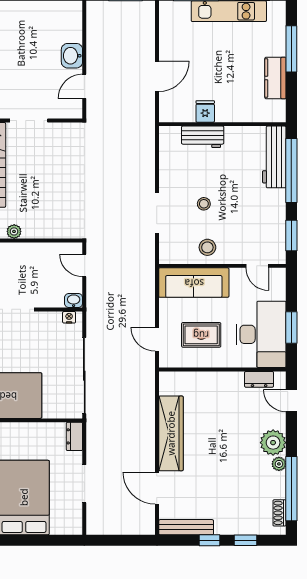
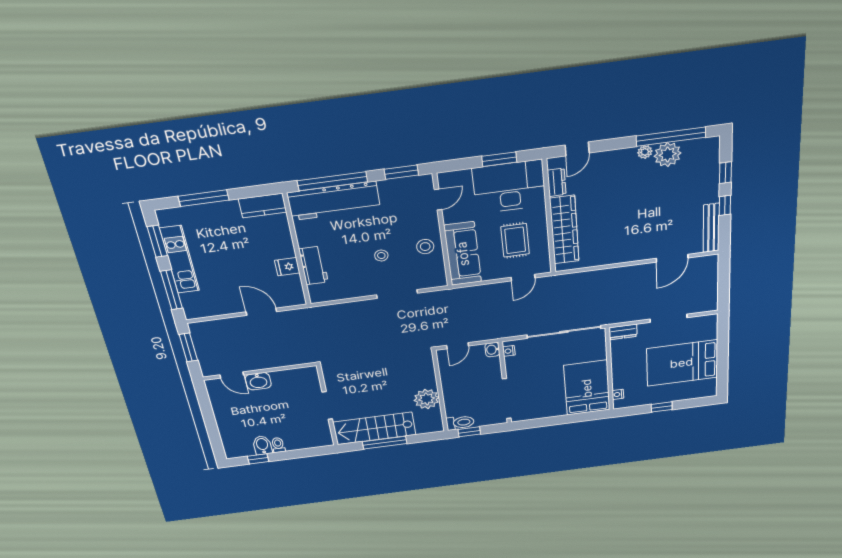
kitchen counter: (275, 78) -> (263, 206), moved
door: (84, 86) -> (232, 375), moved
workbench: (274, 157) -> (334, 201), width x1.36, depth x1.32
plant: (14, 231) -> (427, 399), width x1.88, depth x1.88
wardrobe: (171, 433) -> (564, 230), moved, turned 90
plant: (273, 443) -> (668, 155), moved
shoe rack: (279, 513) -> (697, 145), removed

